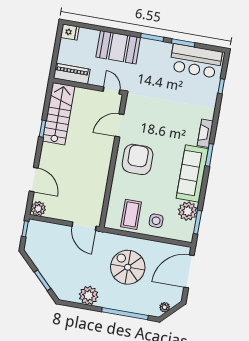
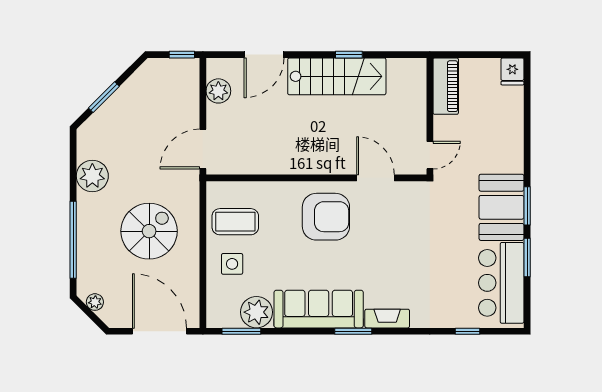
booth: (118, 47) -> (501, 207), moved
stairs: (59, 114) -> (337, 76), moved
plant: (38, 209) -> (218, 91), moved

